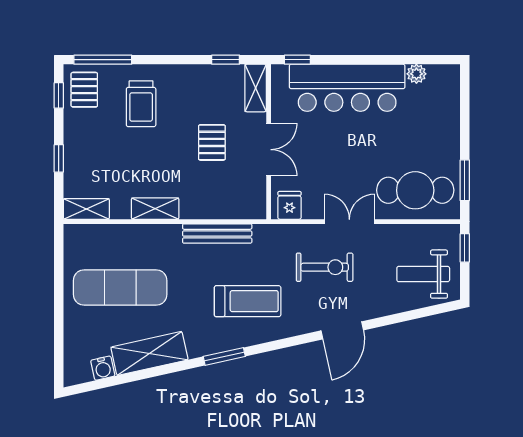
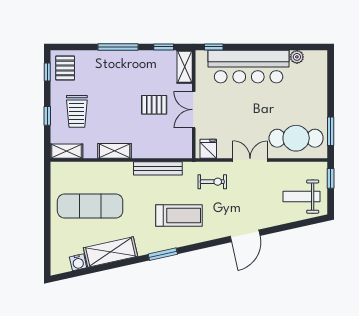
window: (103, 60) -> (118, 47), moved
trolley: (141, 104) -> (77, 111), moved
pallet: (212, 142) -> (154, 105), turned 90
double door: (269, 150) -> (194, 110), swing flipped
exercise bike: (325, 267) -> (212, 182), moved, width x0.73, depth x0.72

